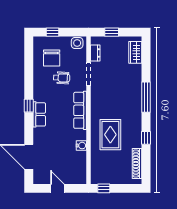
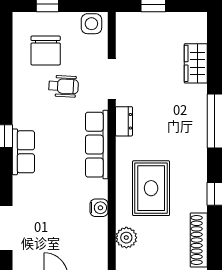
wardrobe: (135, 52) -> (196, 63), moved
dresser: (95, 53) -> (124, 121), moved
plant: (97, 162) -> (126, 238), added

